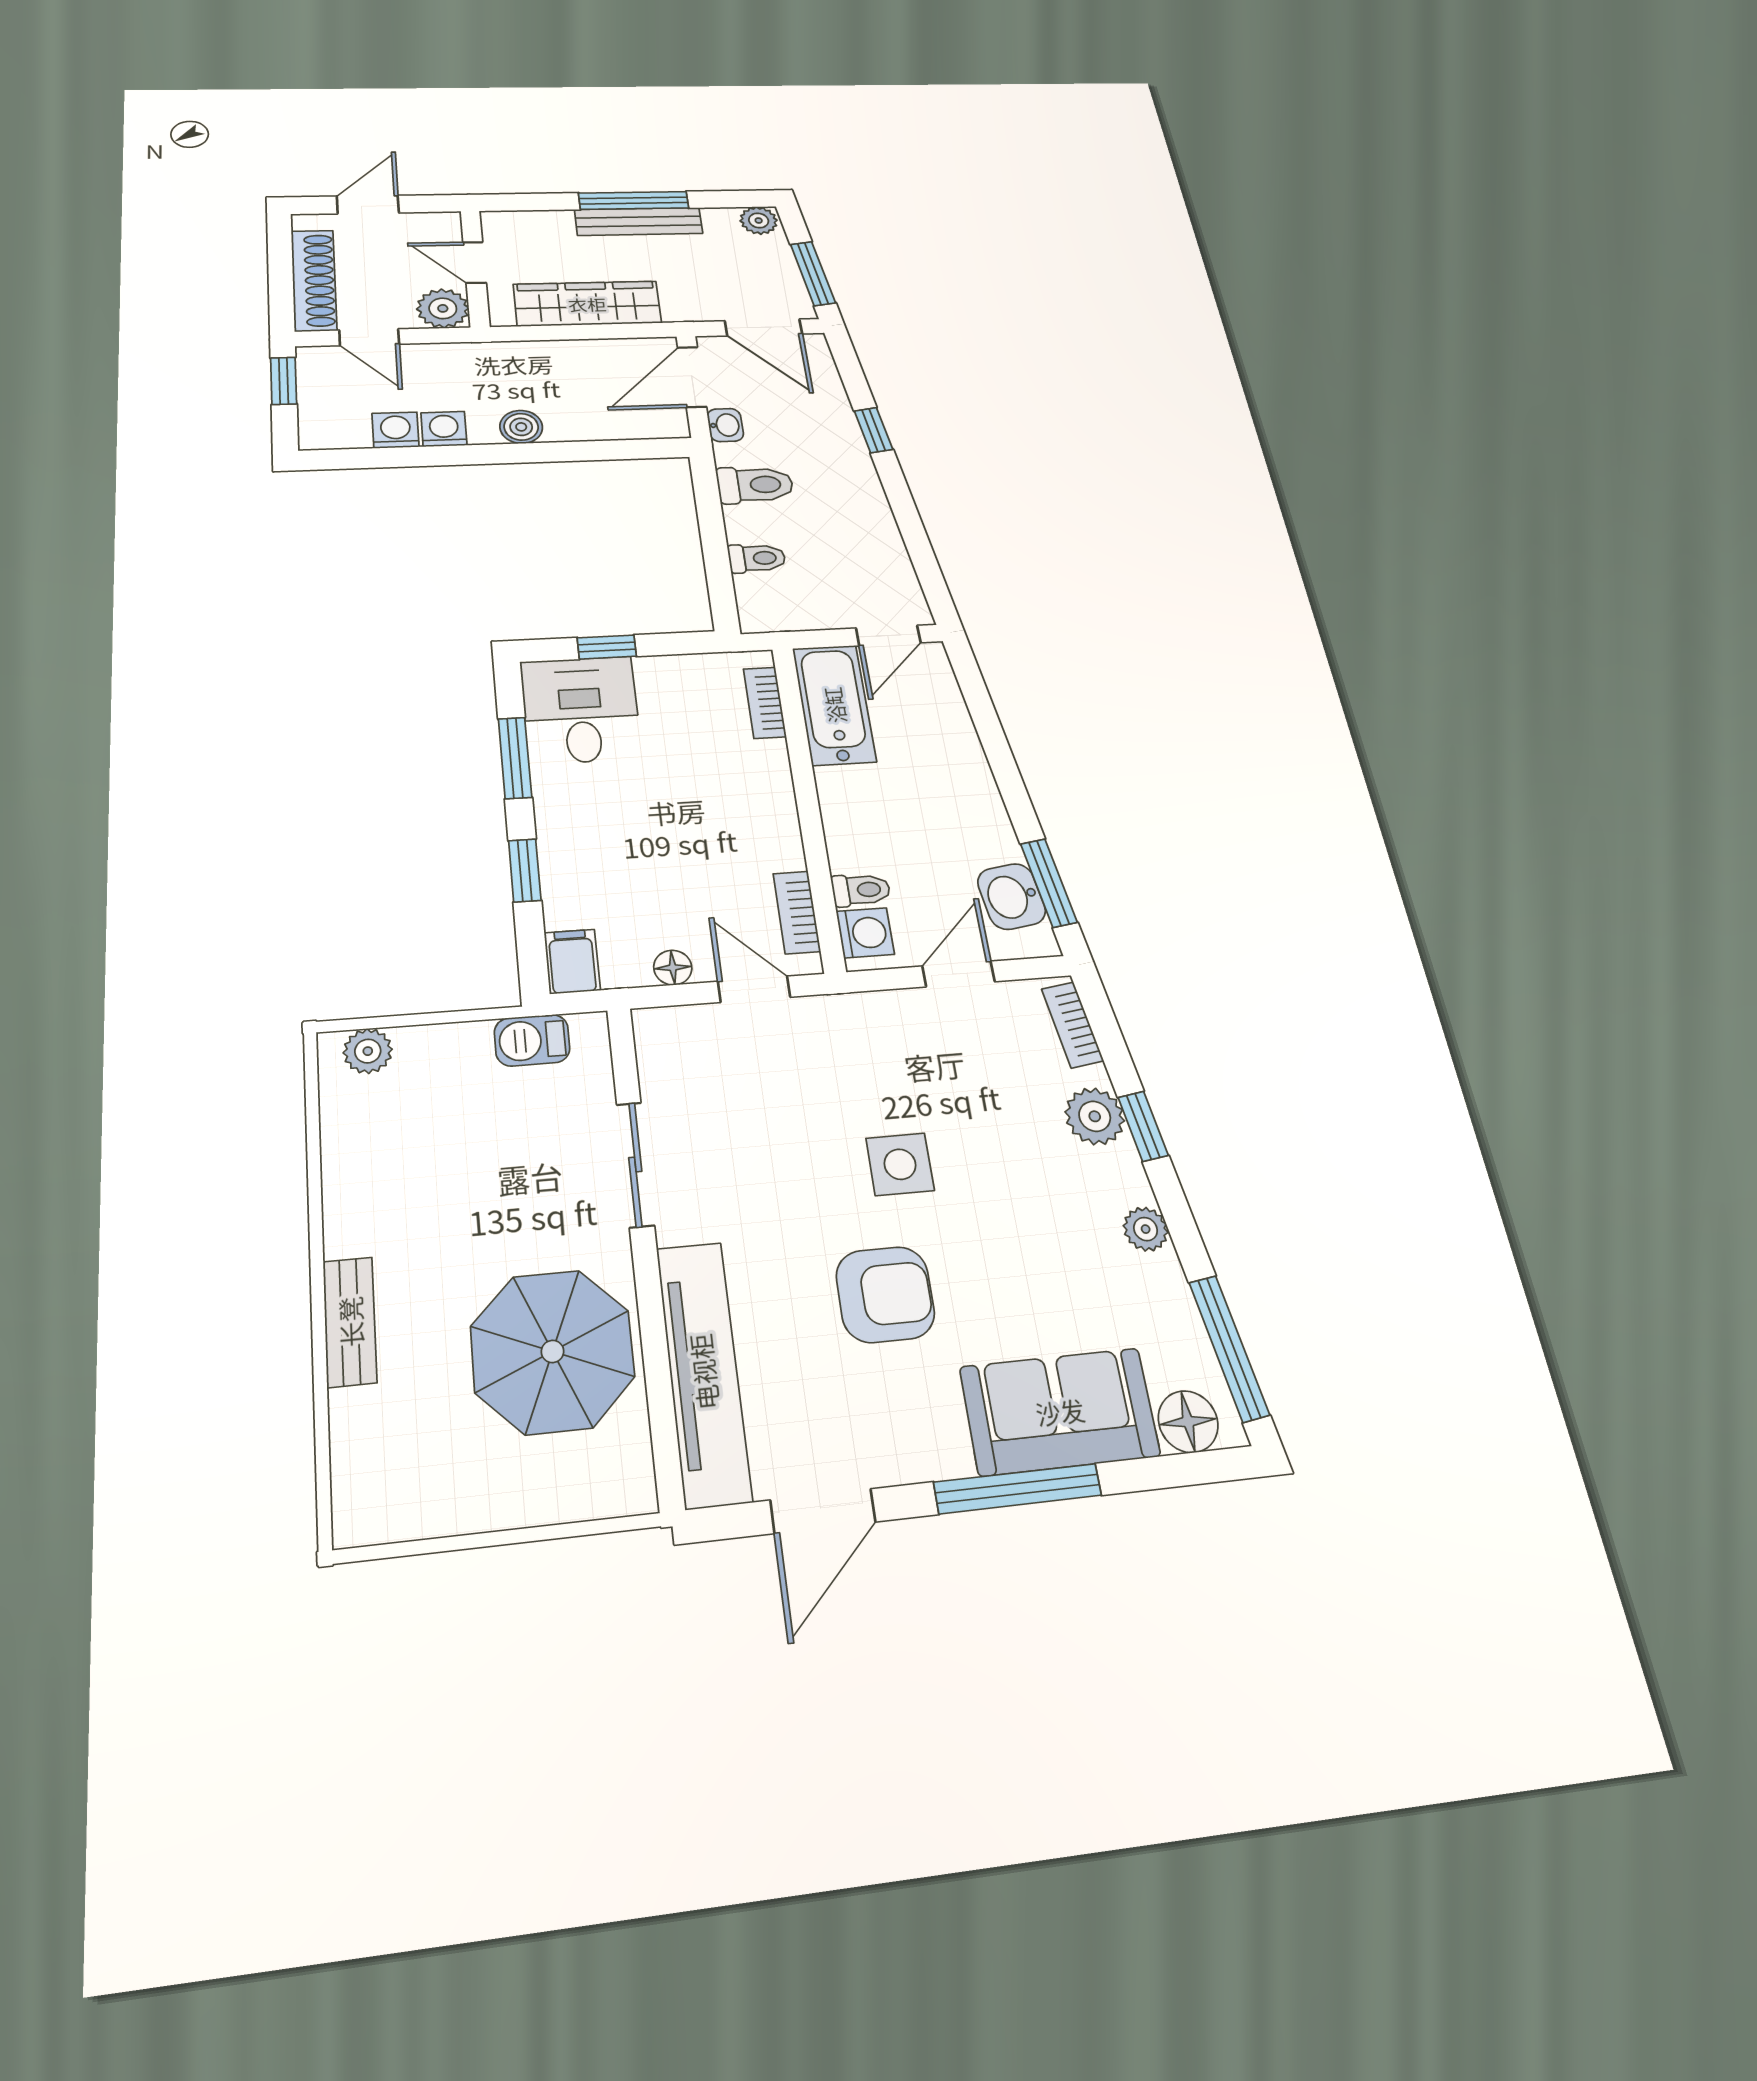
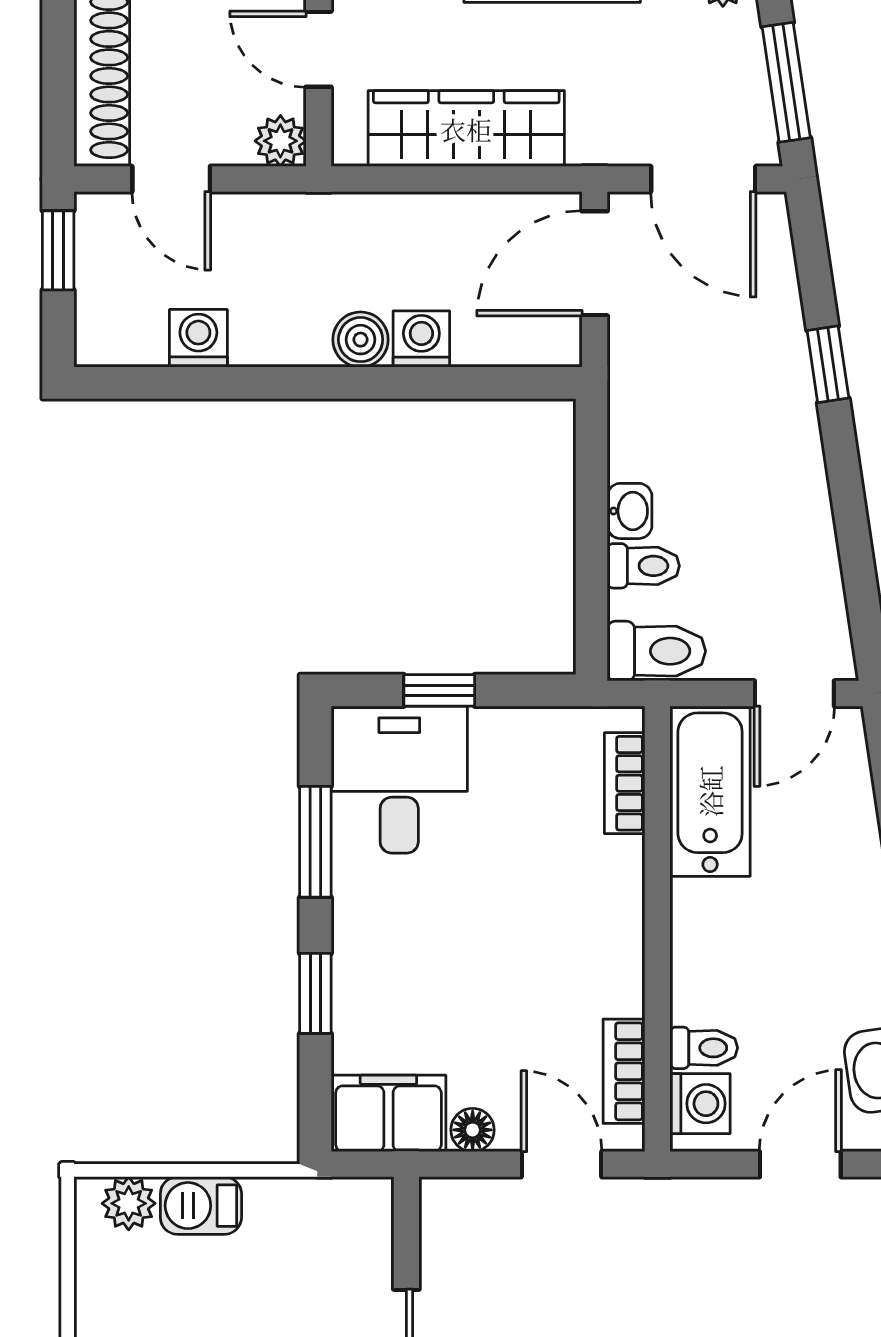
plant: (443, 308) -> (280, 141), width x0.73, depth x0.73
washbasin: (725, 425) -> (630, 511), moved
washing machine: (444, 429) -> (421, 339), moved
toilet: (755, 485) -> (656, 651), moved
filing cabinet: (572, 961) -> (388, 1113), width x2.00
barbecue: (532, 1040) -> (201, 1206), moved

